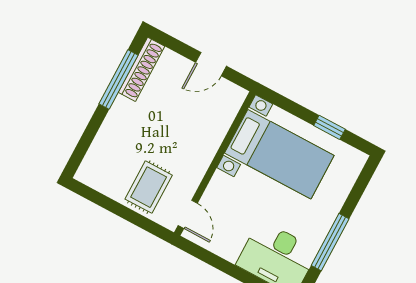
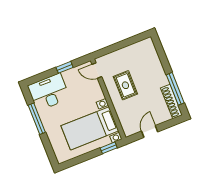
window: (329, 127) -> (109, 148), moved
rug: (149, 187) -> (125, 85), moved
window: (222, 265) -> (65, 67), added

